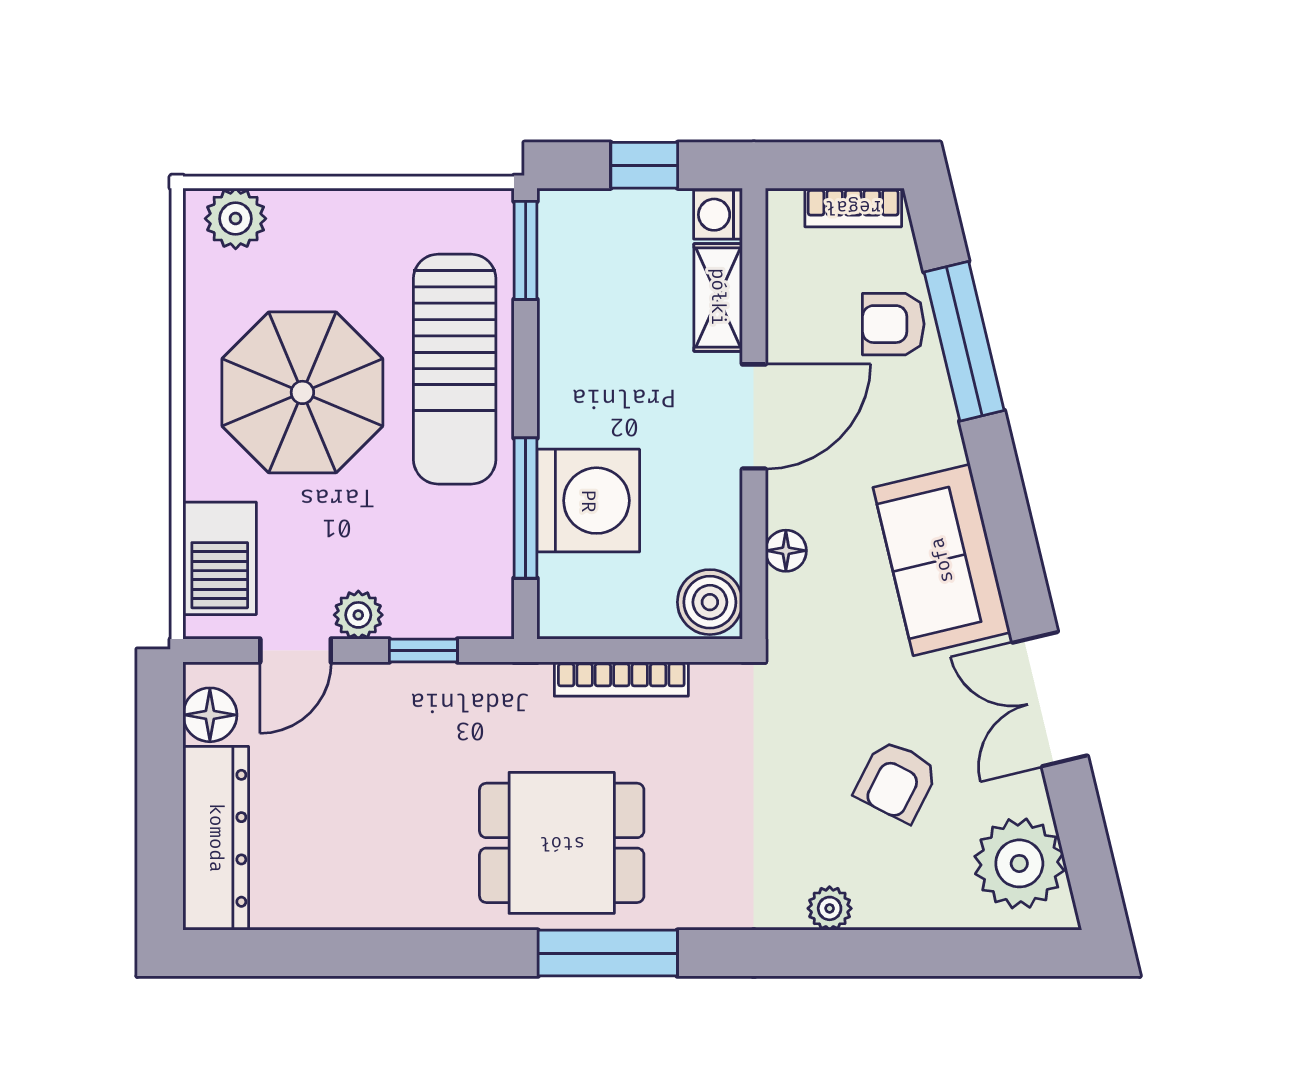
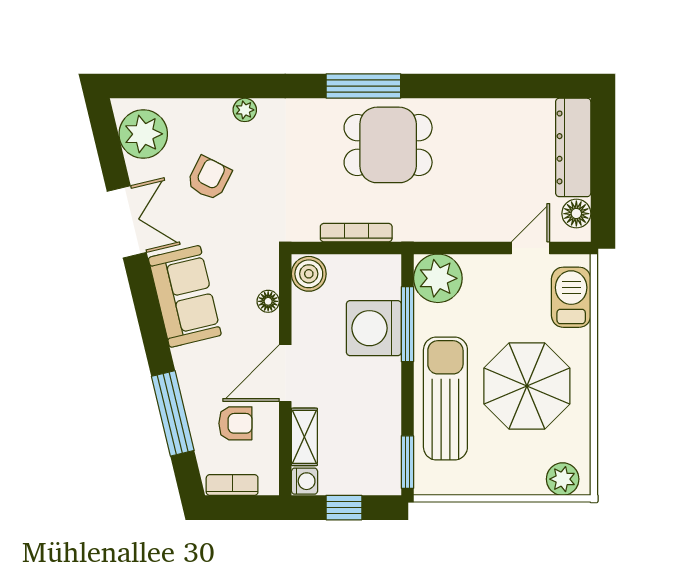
armchair: (893, 324) -> (235, 423), moved
plant: (358, 615) -> (438, 278), moved, width x1.88, depth x1.88
window: (423, 651) -> (462, 248), removed

